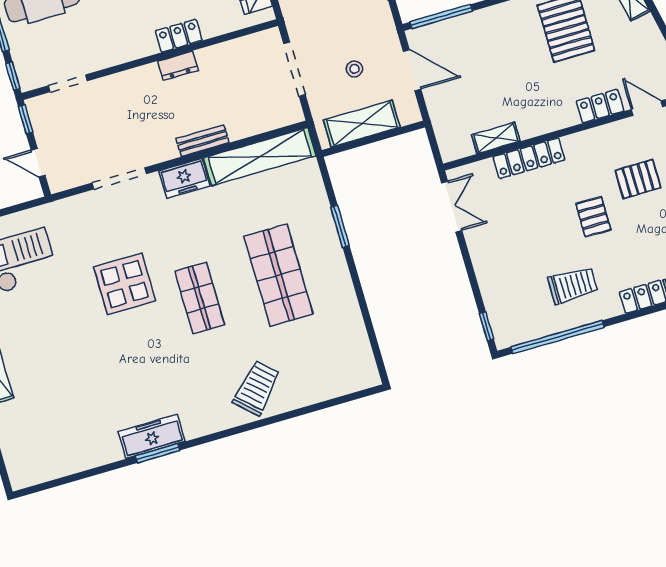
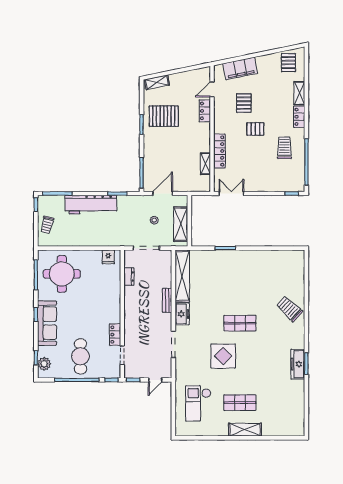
locker: (179, 36) -> (115, 335), moved
dresser: (178, 66) -> (129, 277), moved
shop shelf: (278, 275) -> (240, 403), moved, width x0.70, depth x0.74

